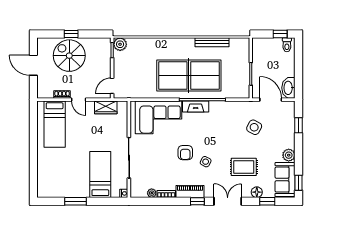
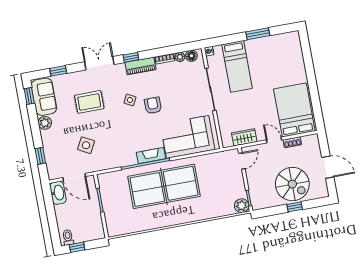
bench: (212, 42) -> (146, 225), removed
bed: (55, 124) -> (294, 110), width x1.50
floor lamp: (257, 192) -> (191, 56), moved
double door: (228, 201) -> (99, 63), swing flipped

